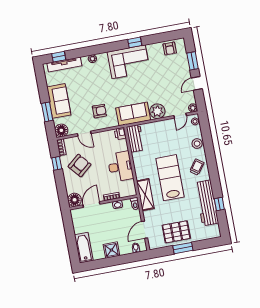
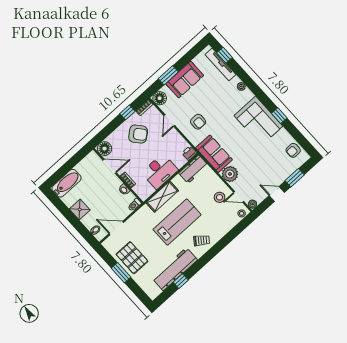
stool: (197, 144) -> (220, 197), moved
shelving: (145, 195) -> (162, 197), moved

